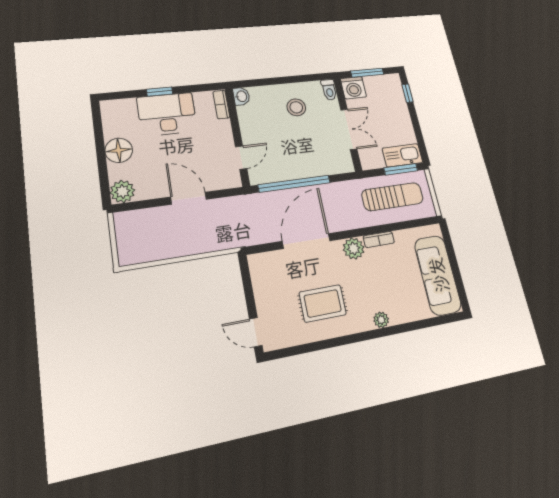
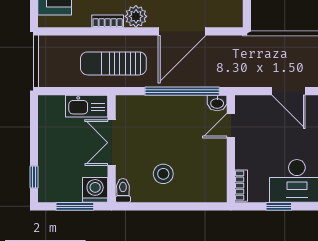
window: (160, 92) -> (279, 206), moved
washbasin: (241, 96) -> (217, 103), moved, turned -90
kitchen sink: (402, 155) -> (87, 106), moved
window: (401, 169) -> (65, 91), removed
sun lounger: (393, 197) -> (113, 63), moved

